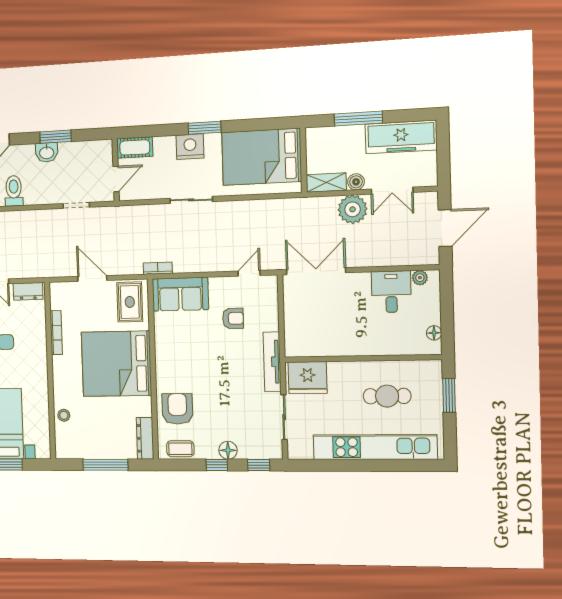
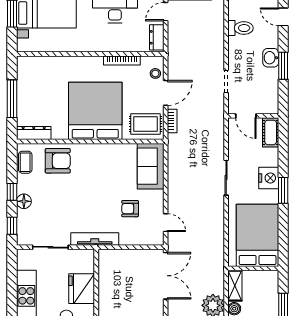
bookcase: (158, 268) -> (172, 121), moved
armchair: (233, 318) -> (130, 209), turned 90
fridge: (308, 378) -> (82, 289), moved
stool: (64, 415) -> (155, 73), moved

